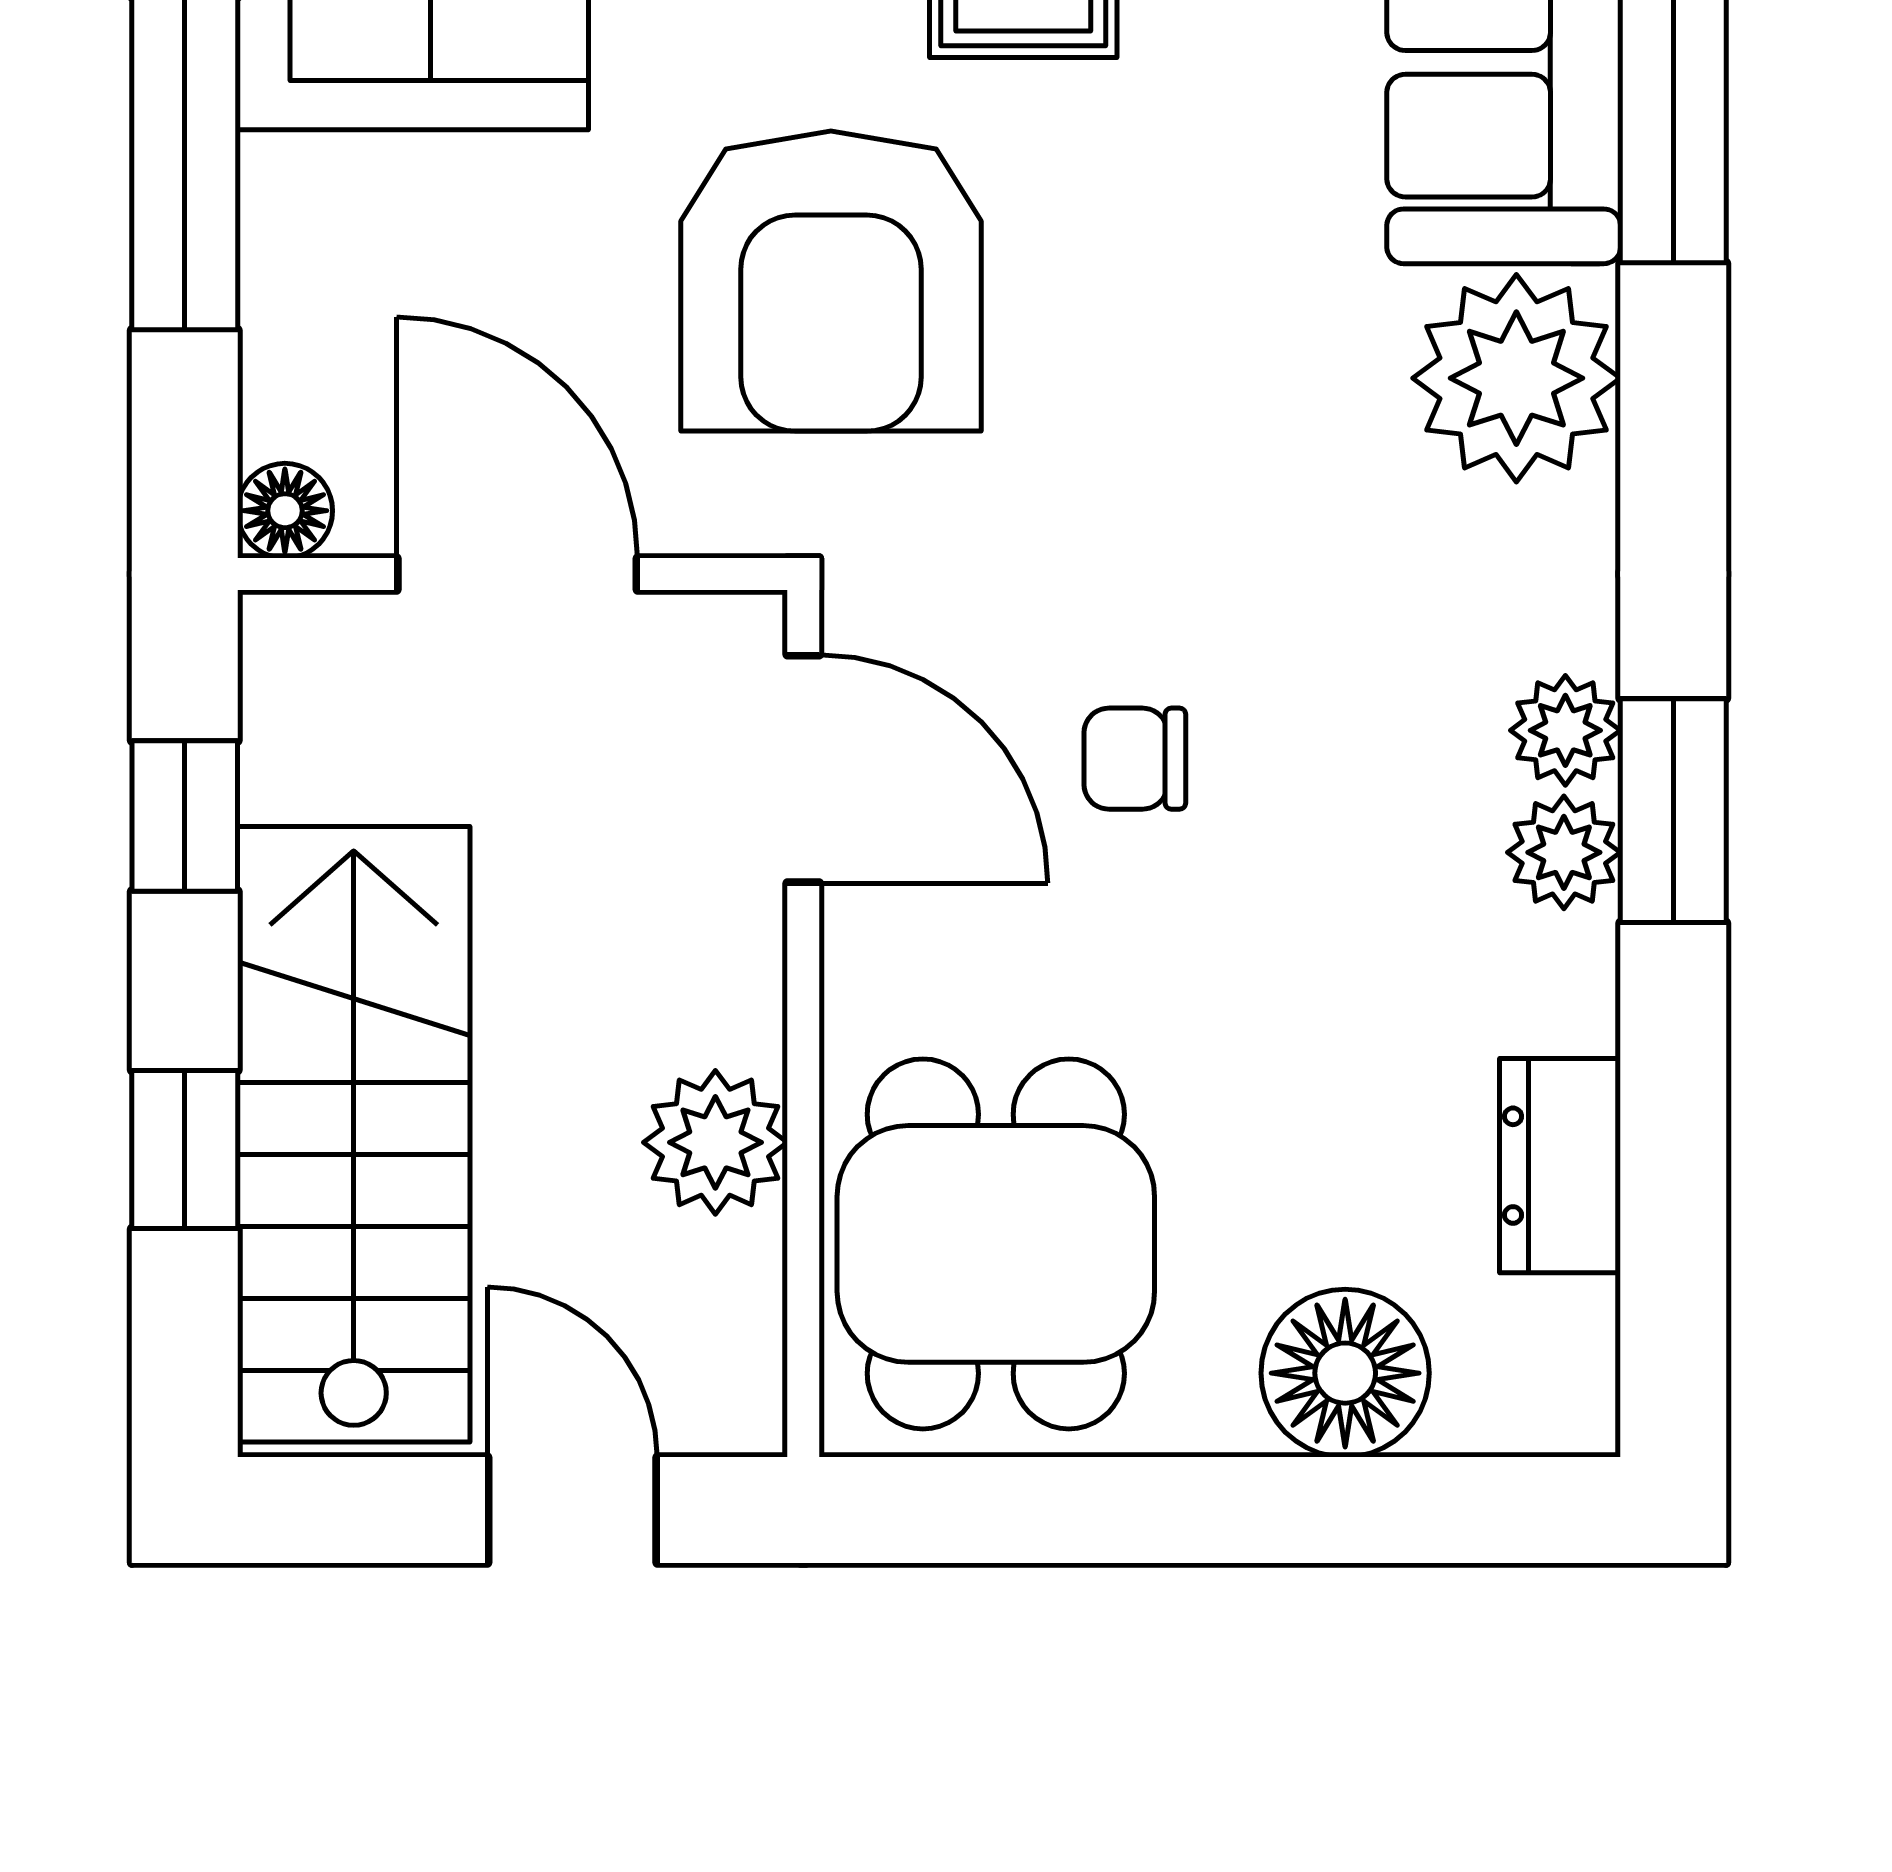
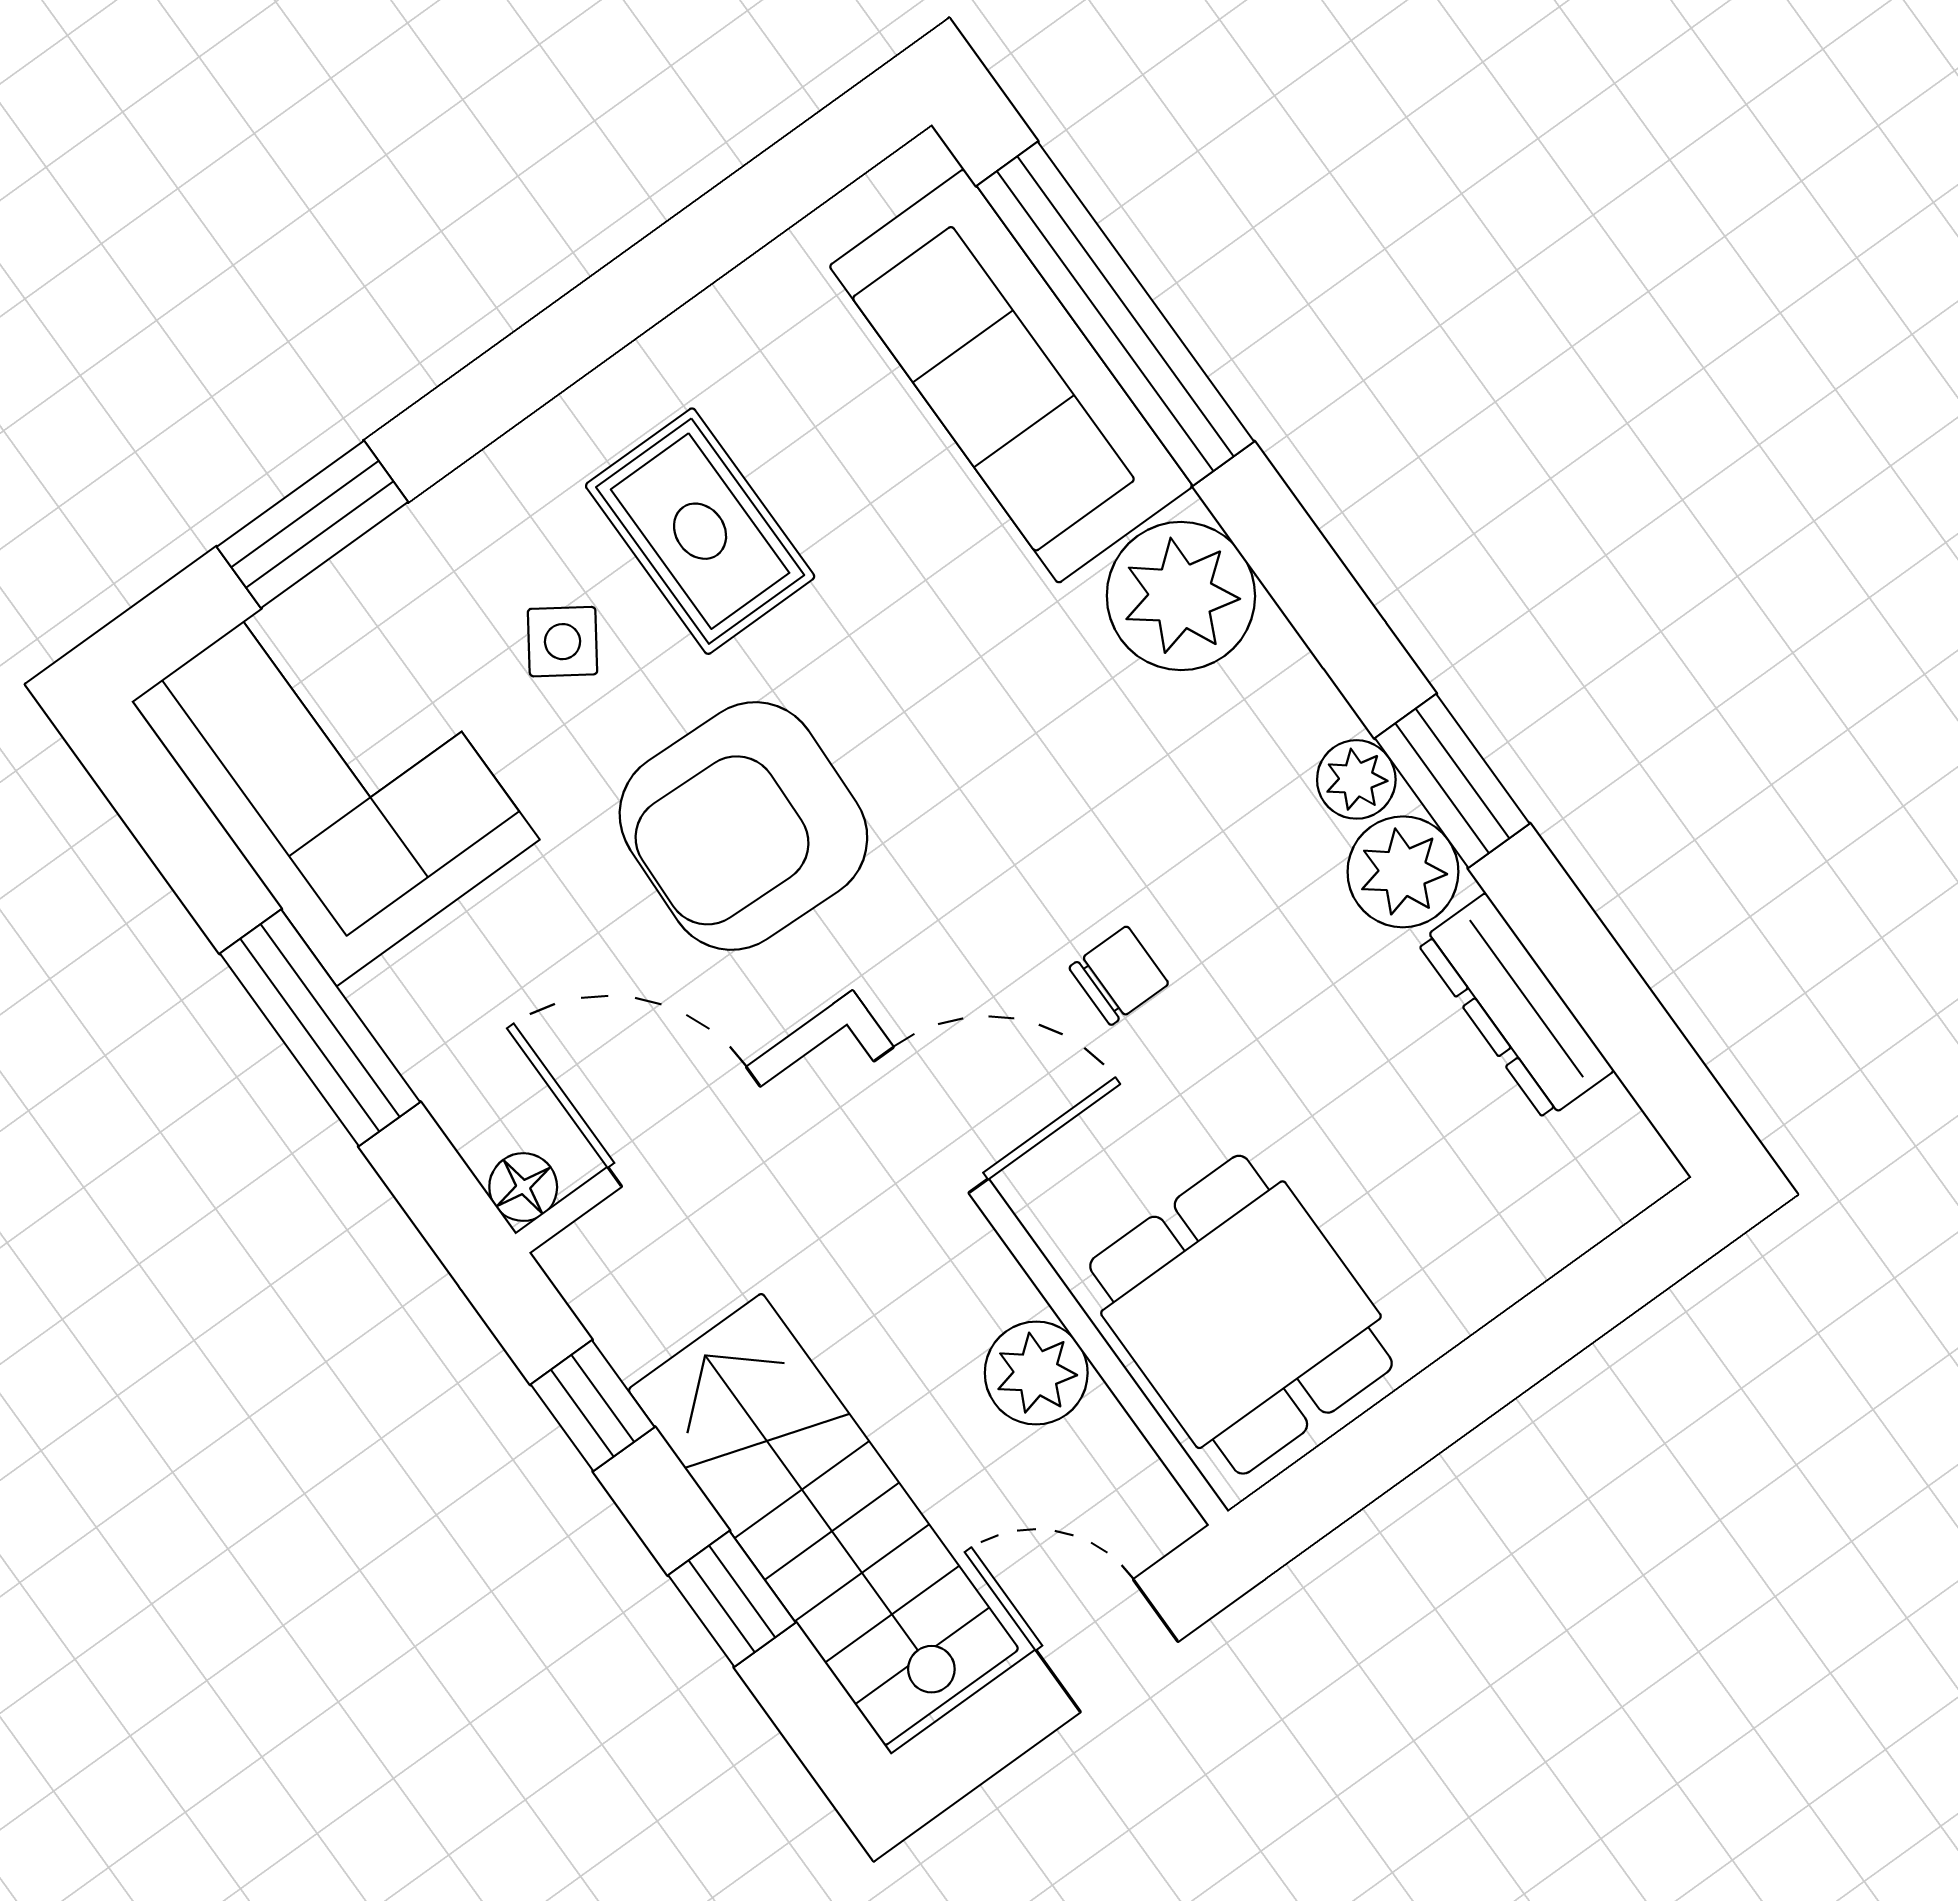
armchair: (831, 281) -> (743, 826), turned 92
chair: (1135, 759) -> (1119, 976), turned 180
plant: (1564, 852) -> (1403, 872), width x1.38, depth x1.38
dresser: (1560, 1166) -> (1515, 1007), width x1.44
floor lamp: (1345, 1373) -> (1497, 1244), removed

